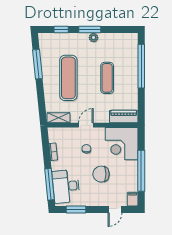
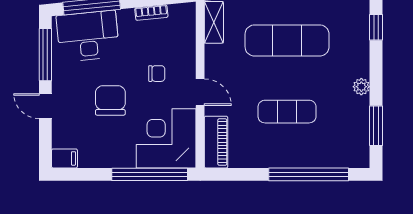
window: (90, 30) -> (376, 126), moved
door: (86, 125) -> (200, 92), moved
window: (141, 171) -> (150, 174), moved
window: (76, 209) -> (45, 55), width x1.44
door: (115, 209) -> (45, 106), moved

